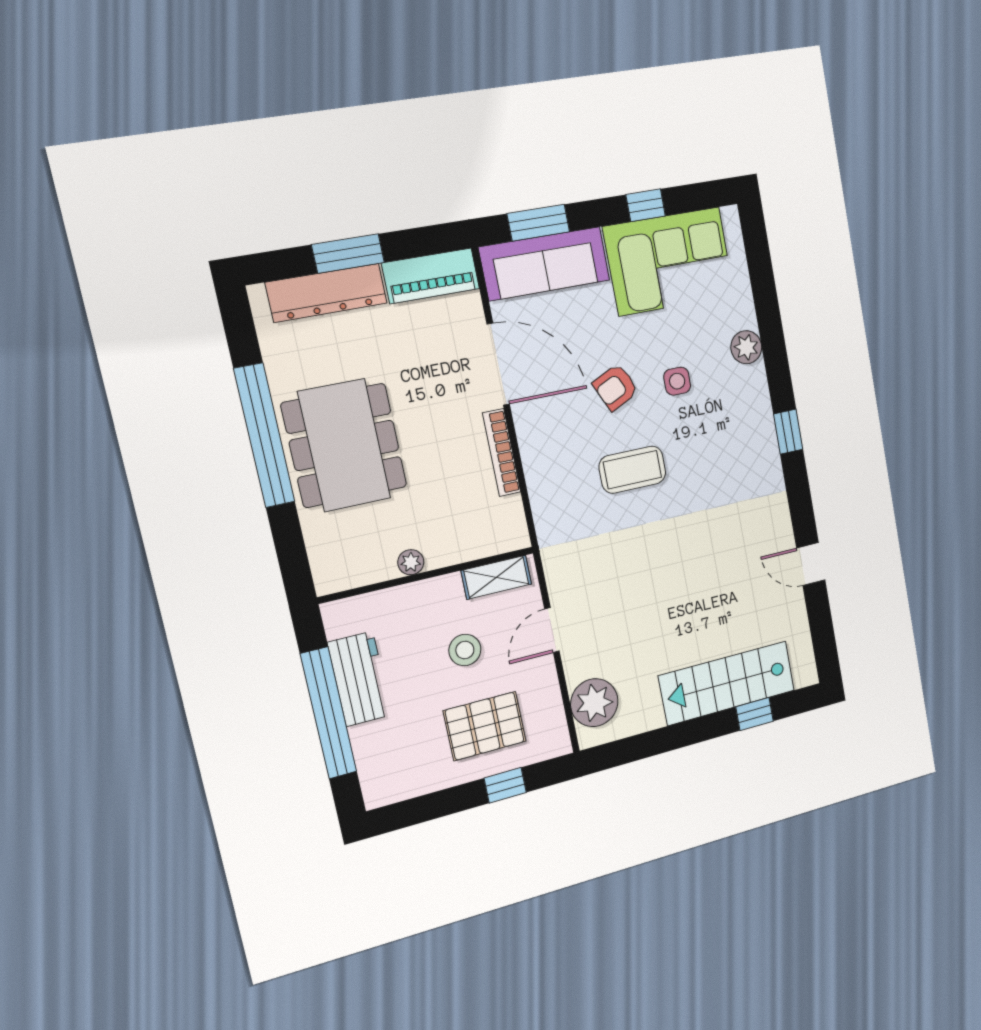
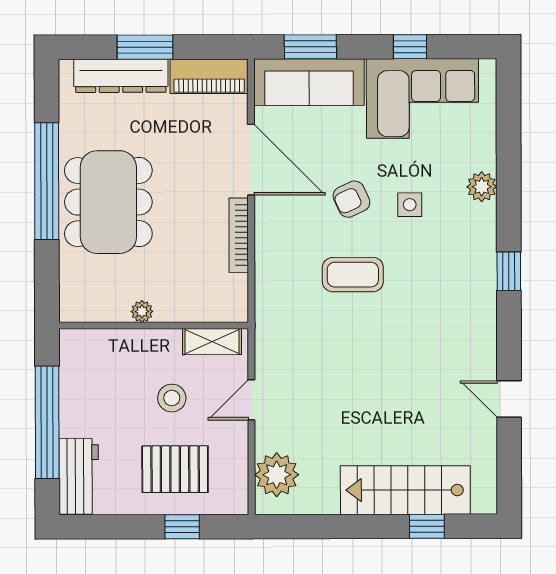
workbench: (360, 679) -> (79, 476), moved

